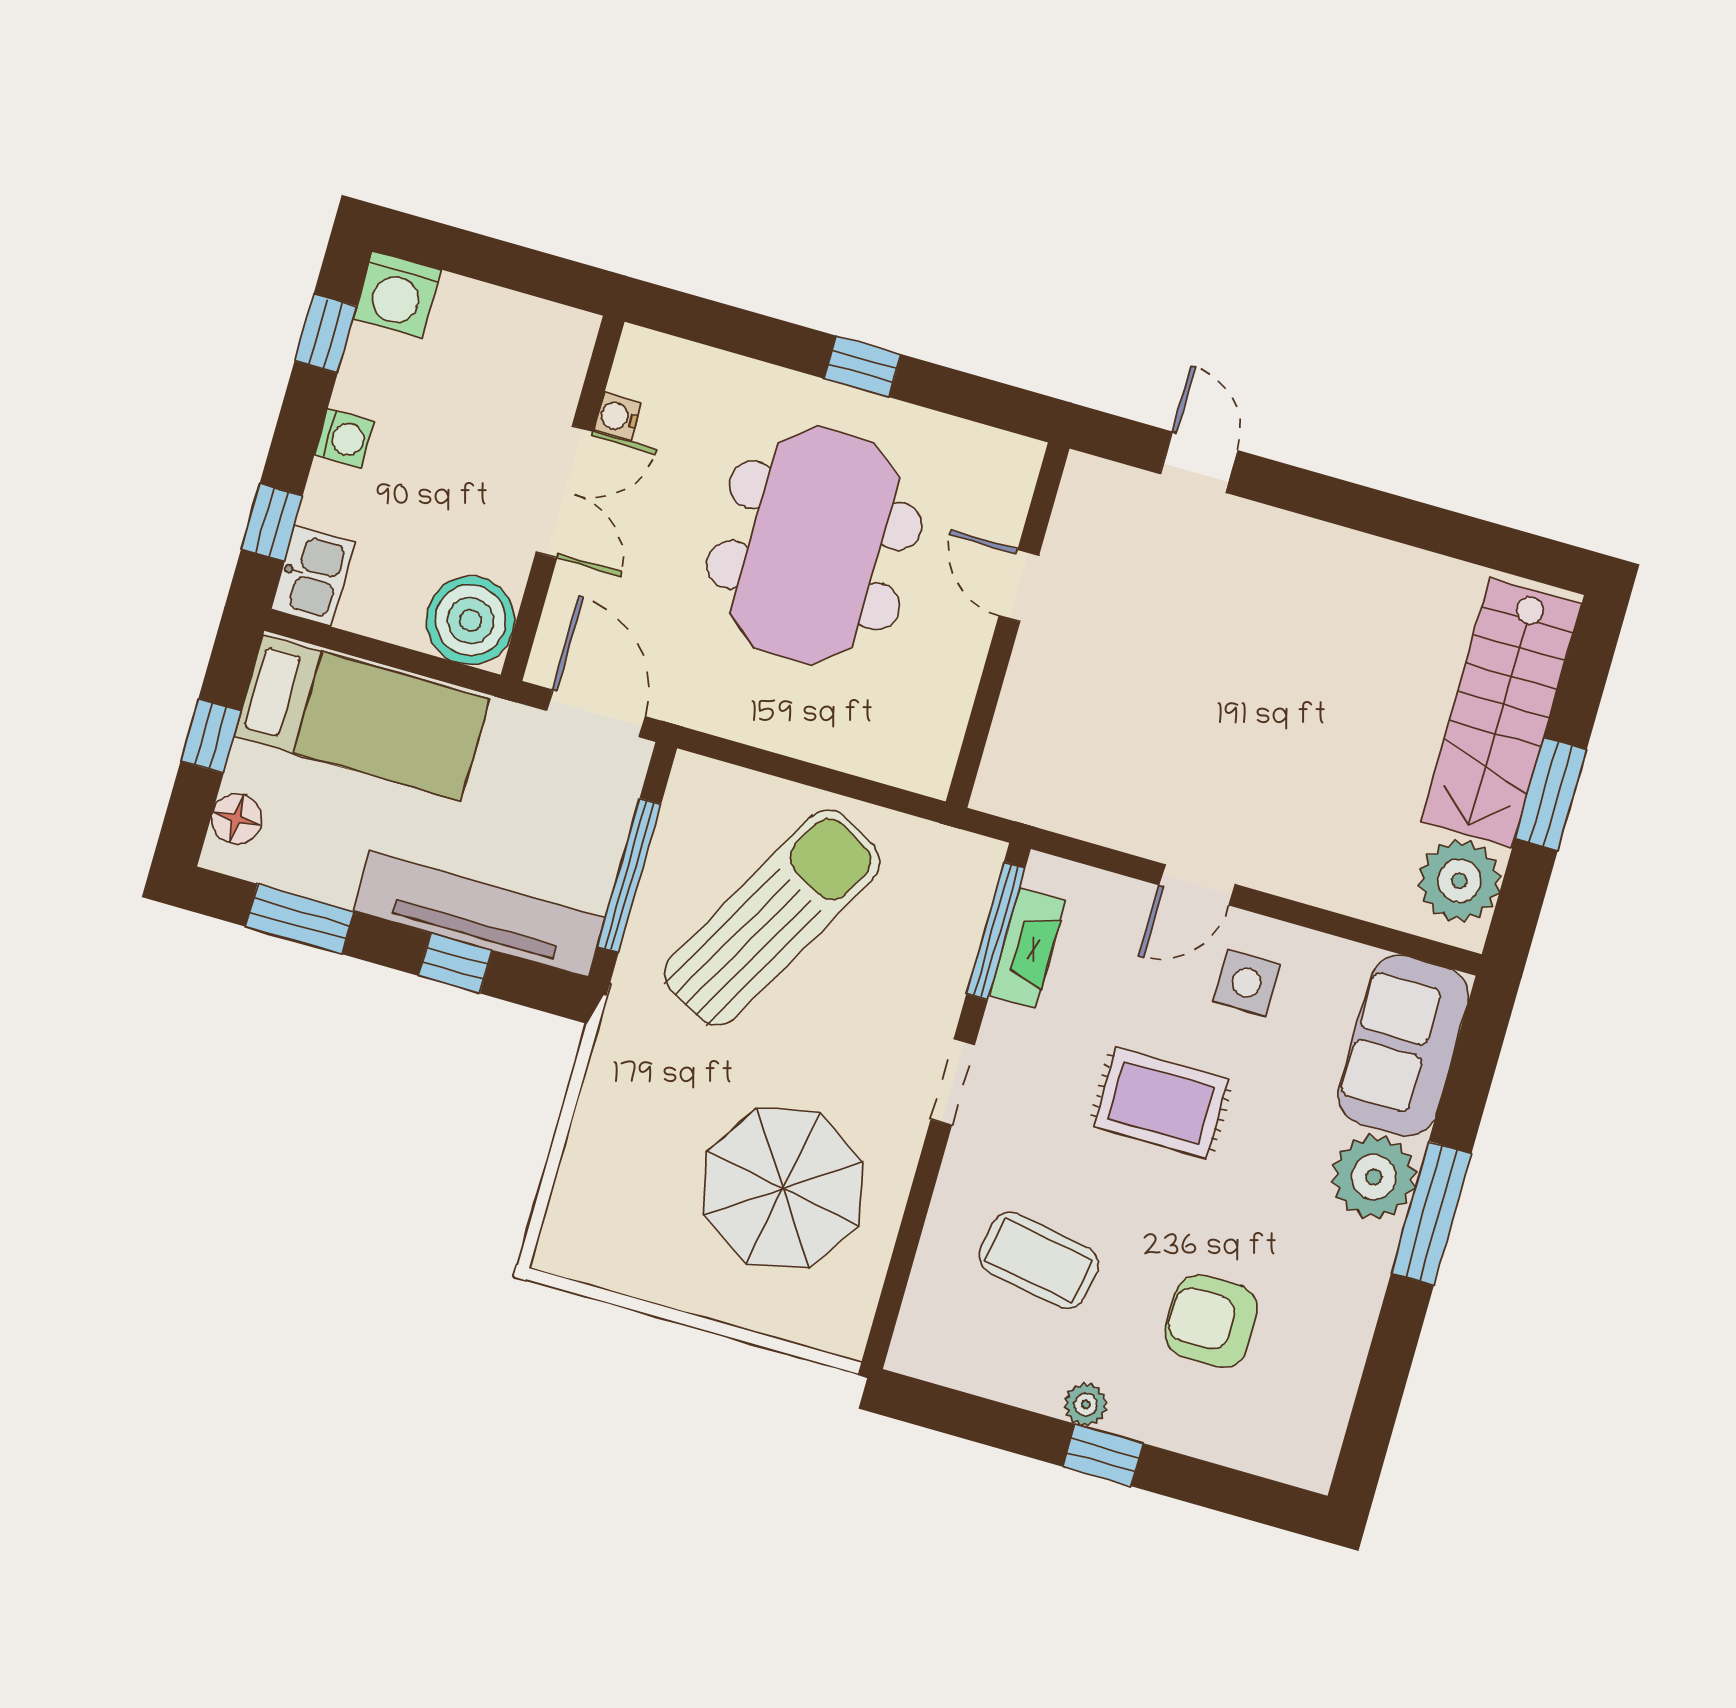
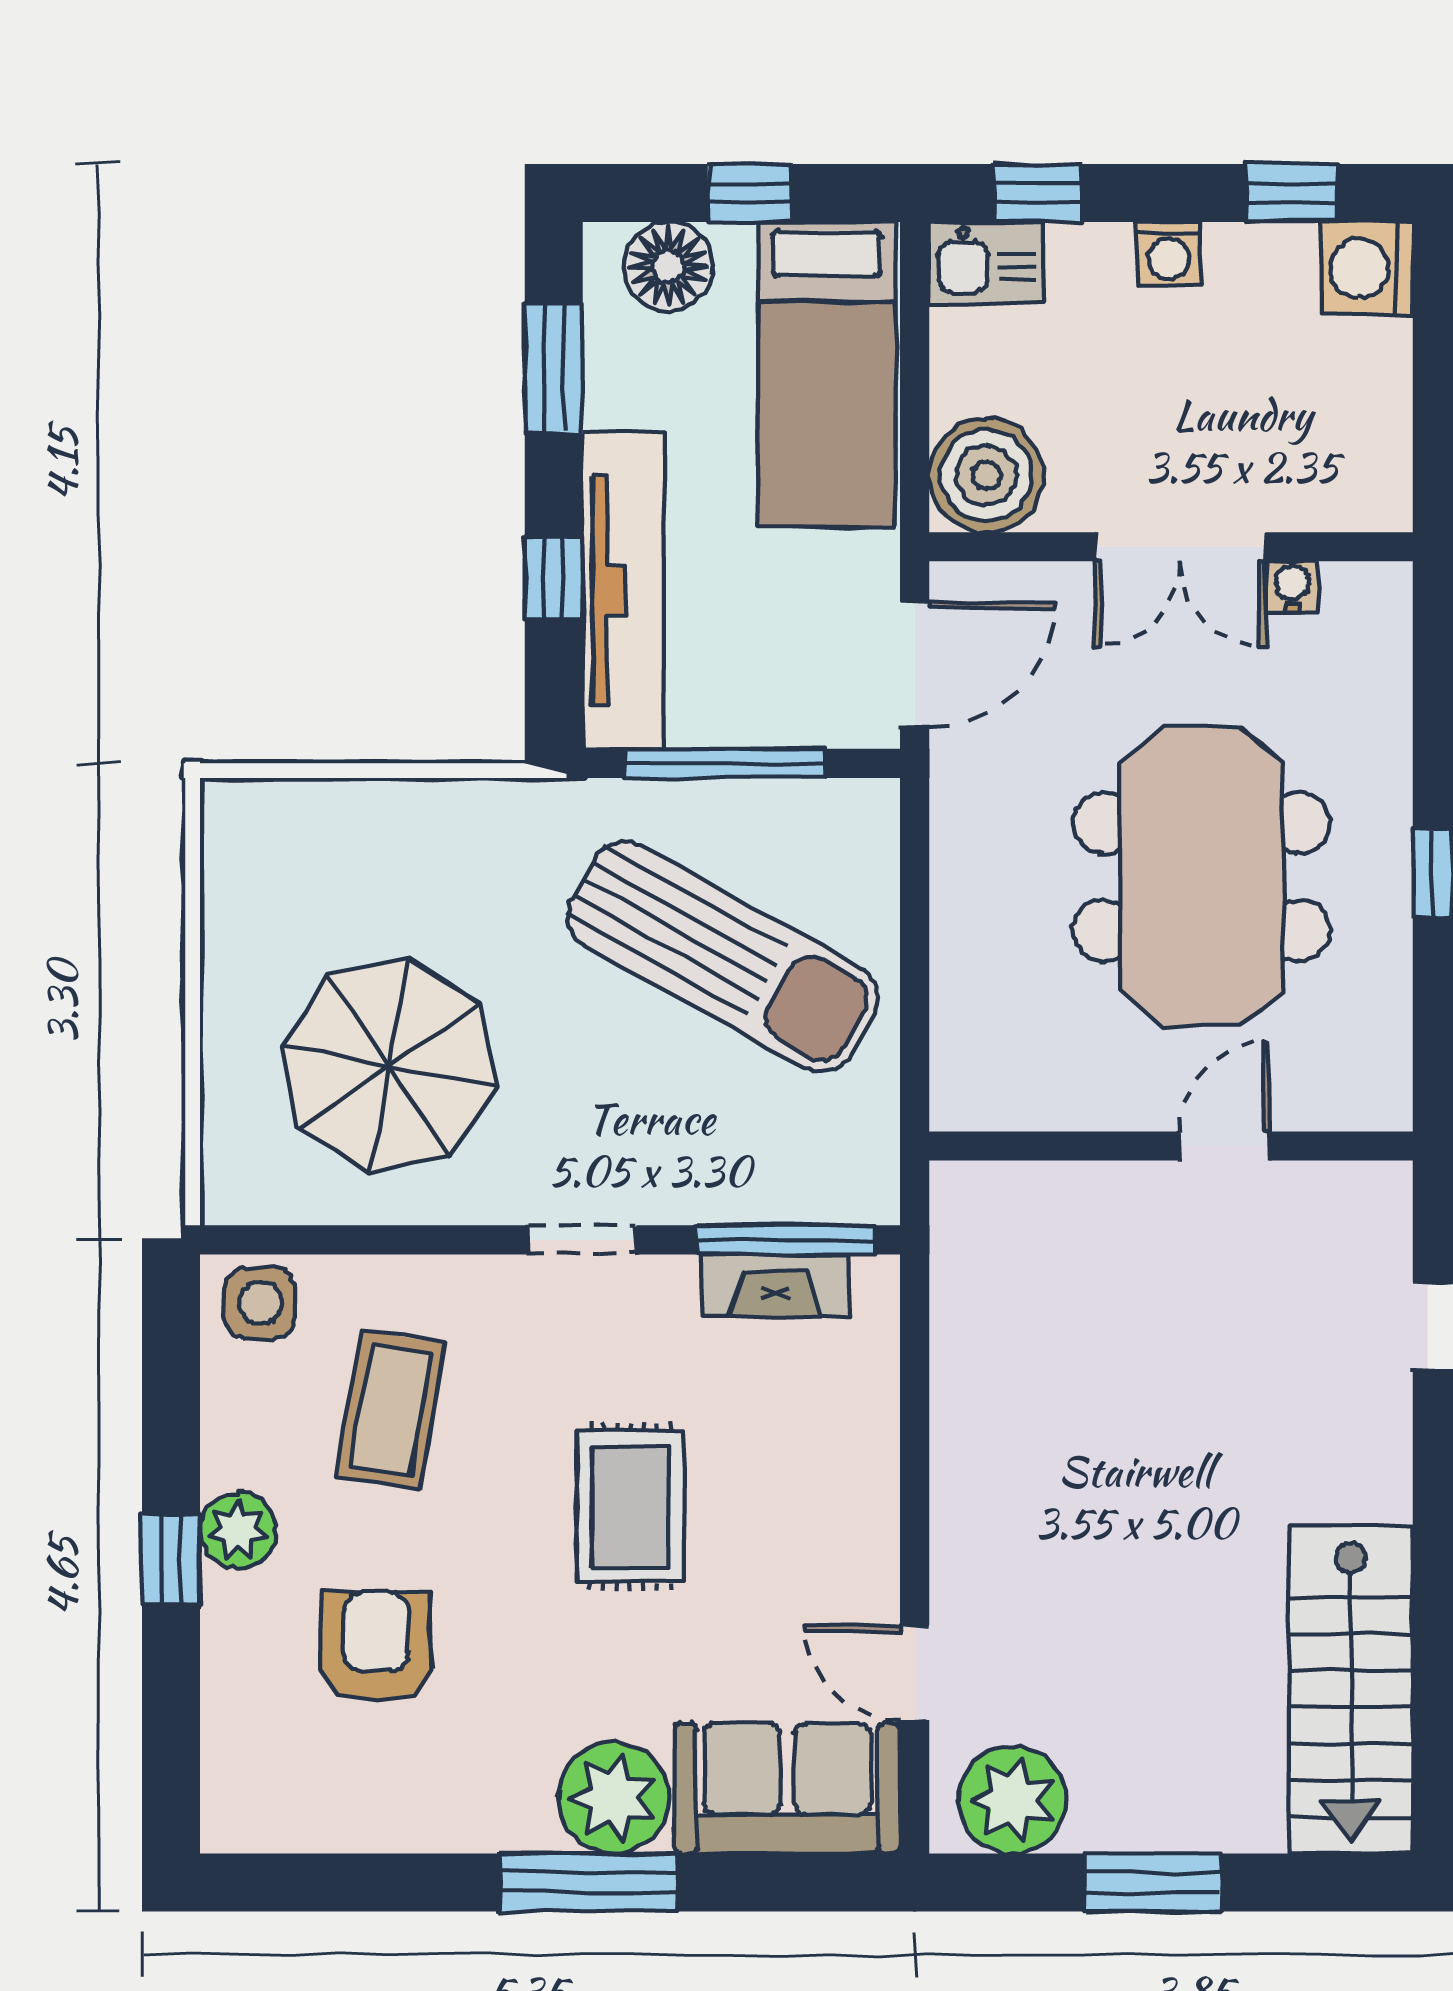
meeting table: (814, 546) -> (1201, 877), turned 90
stairs: (1501, 713) -> (1351, 1689), moved, turned -90
floor lamp: (237, 819) -> (668, 267), width x1.38, depth x1.38
door: (1197, 885) -> (915, 1673), moved
side table: (1247, 983) -> (260, 1303), moved
plant: (1086, 1404) -> (238, 1530), width x1.38, depth x1.38

